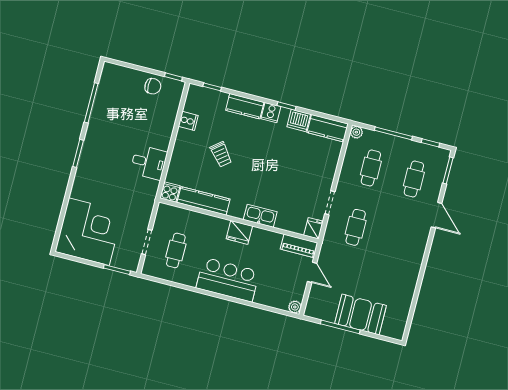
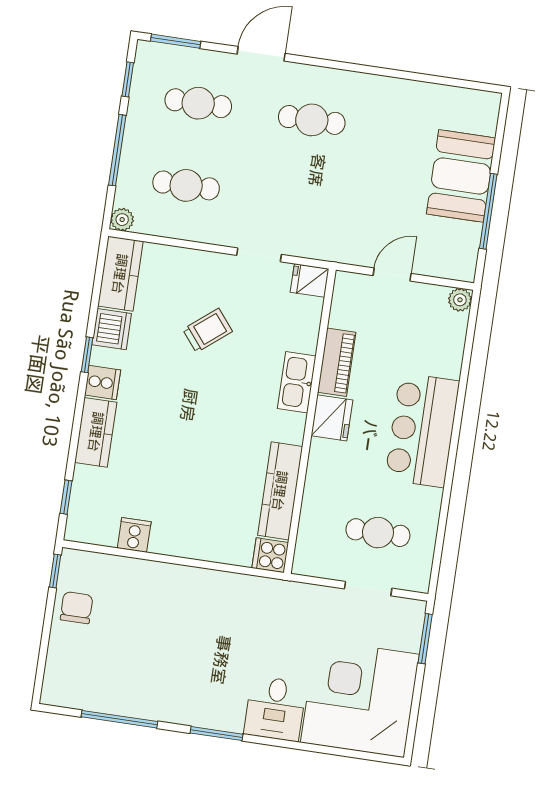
trolley: (221, 154) -> (208, 330), moved
desk: (149, 162) -> (275, 709), moved, turned 180
cafe table: (356, 227) -> (312, 120), moved
piano: (299, 246) -> (337, 362), moved

